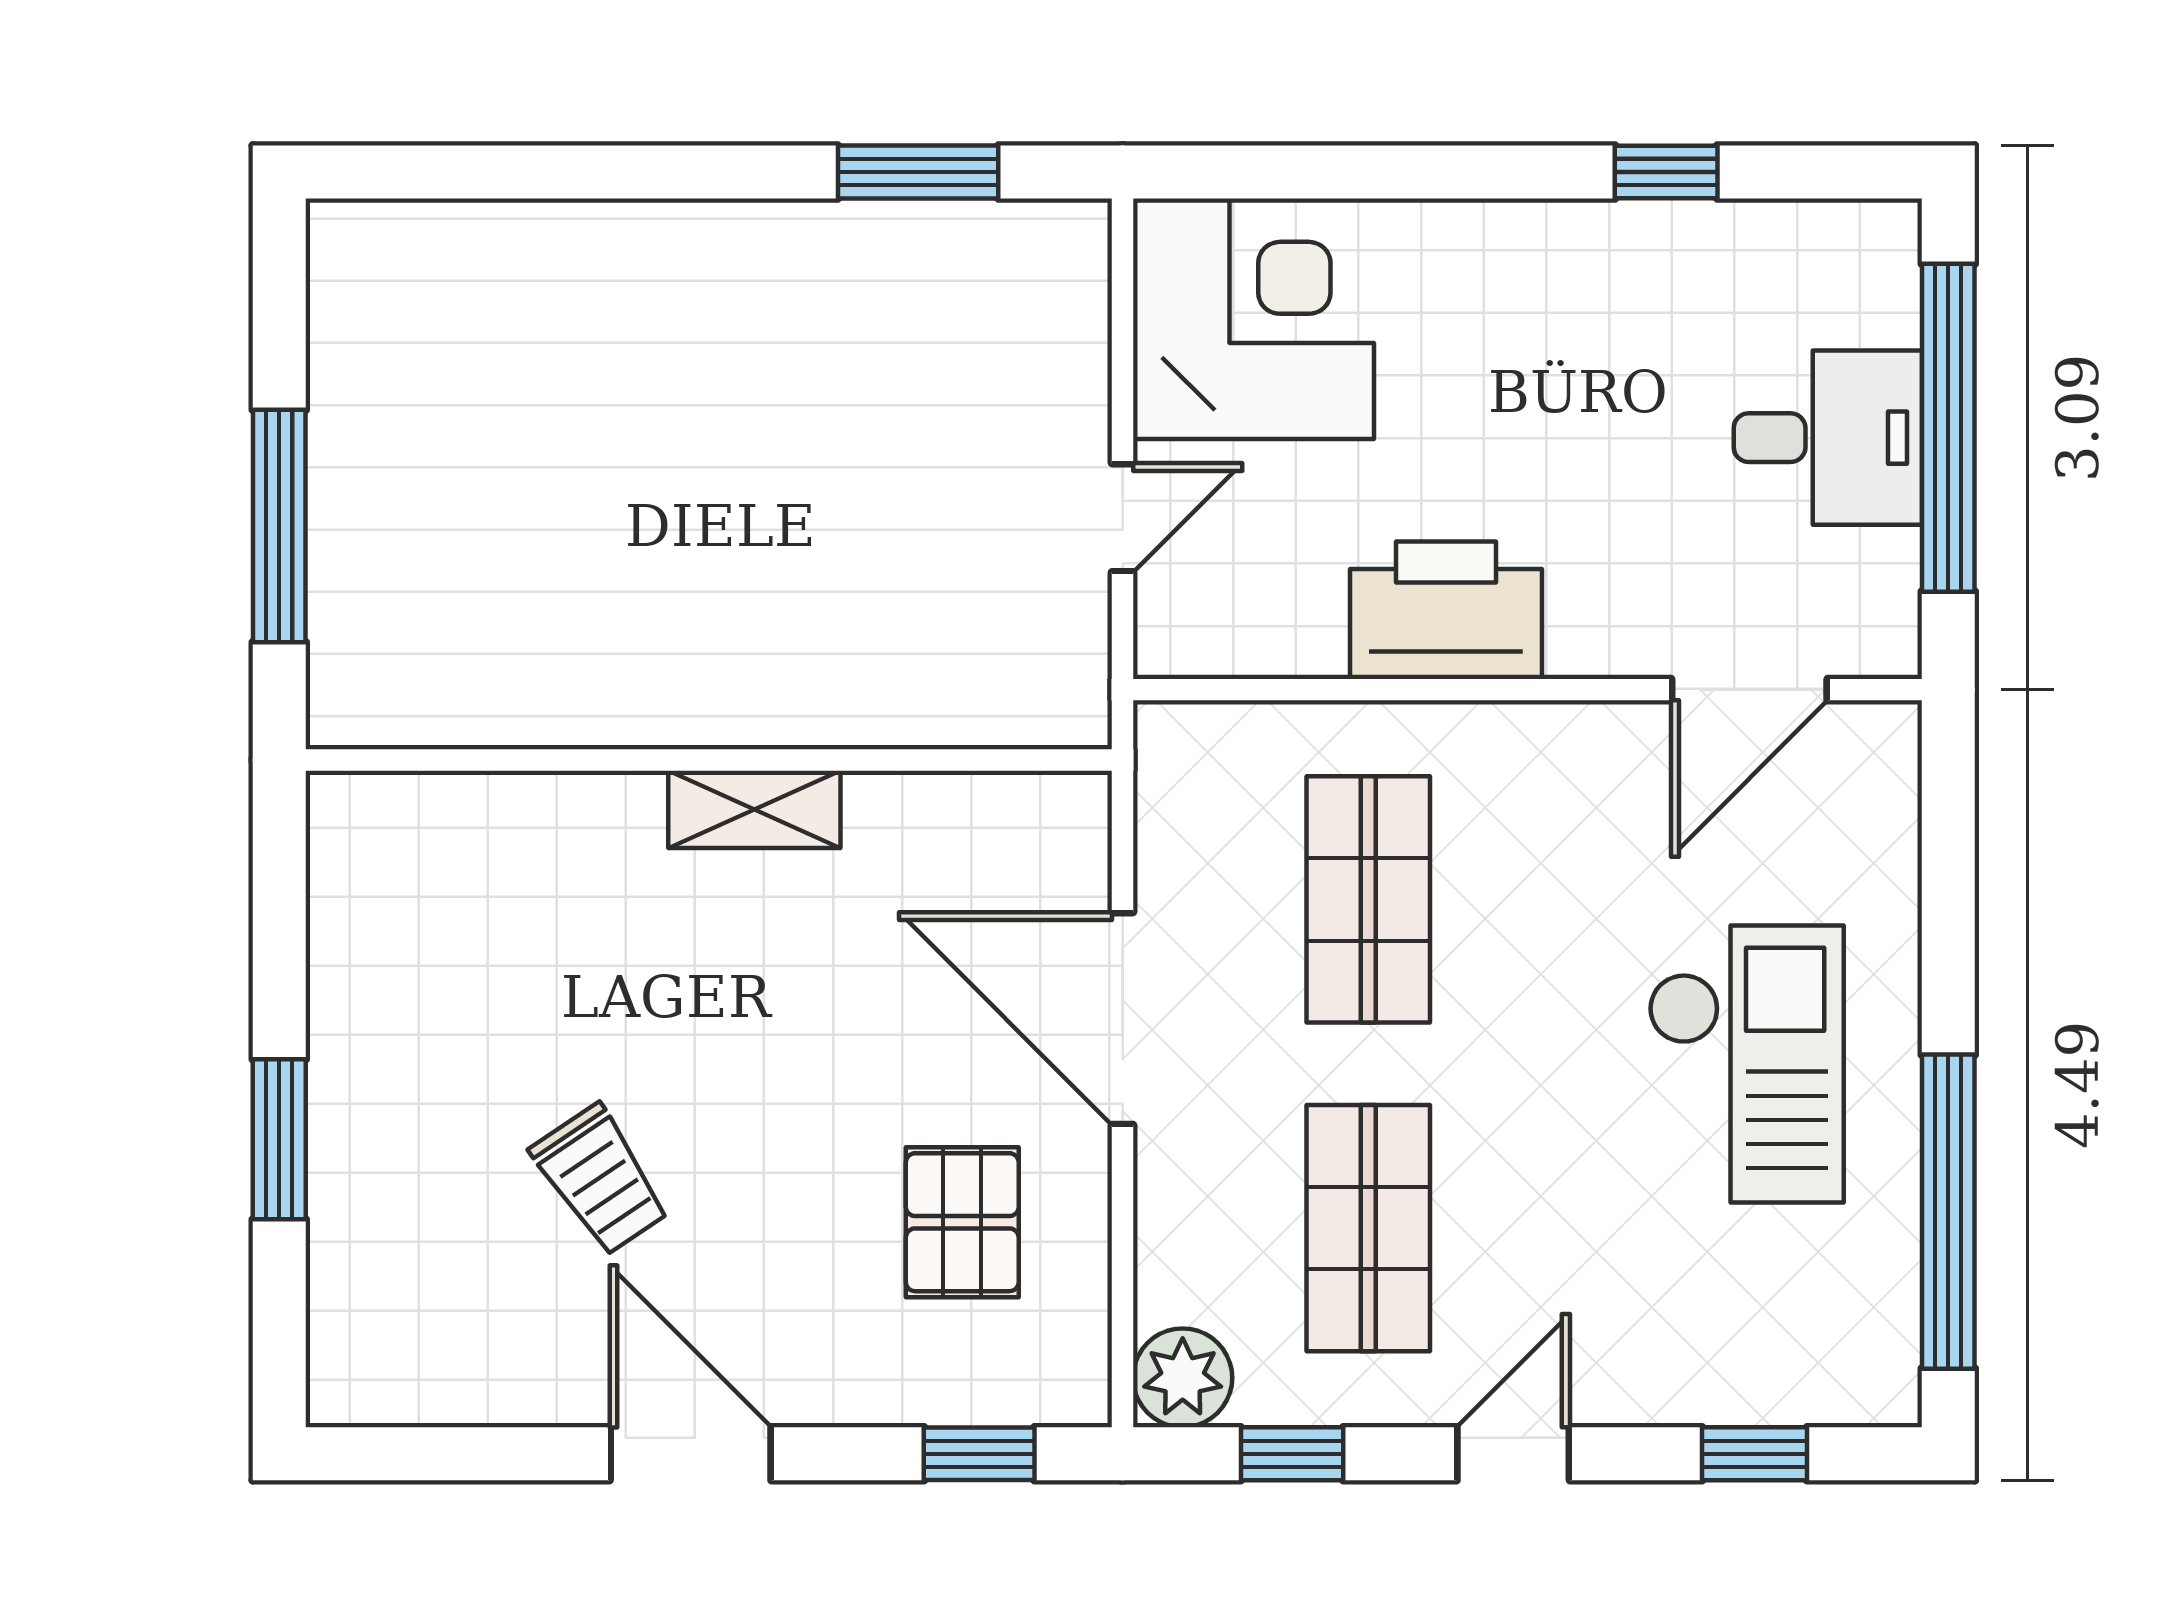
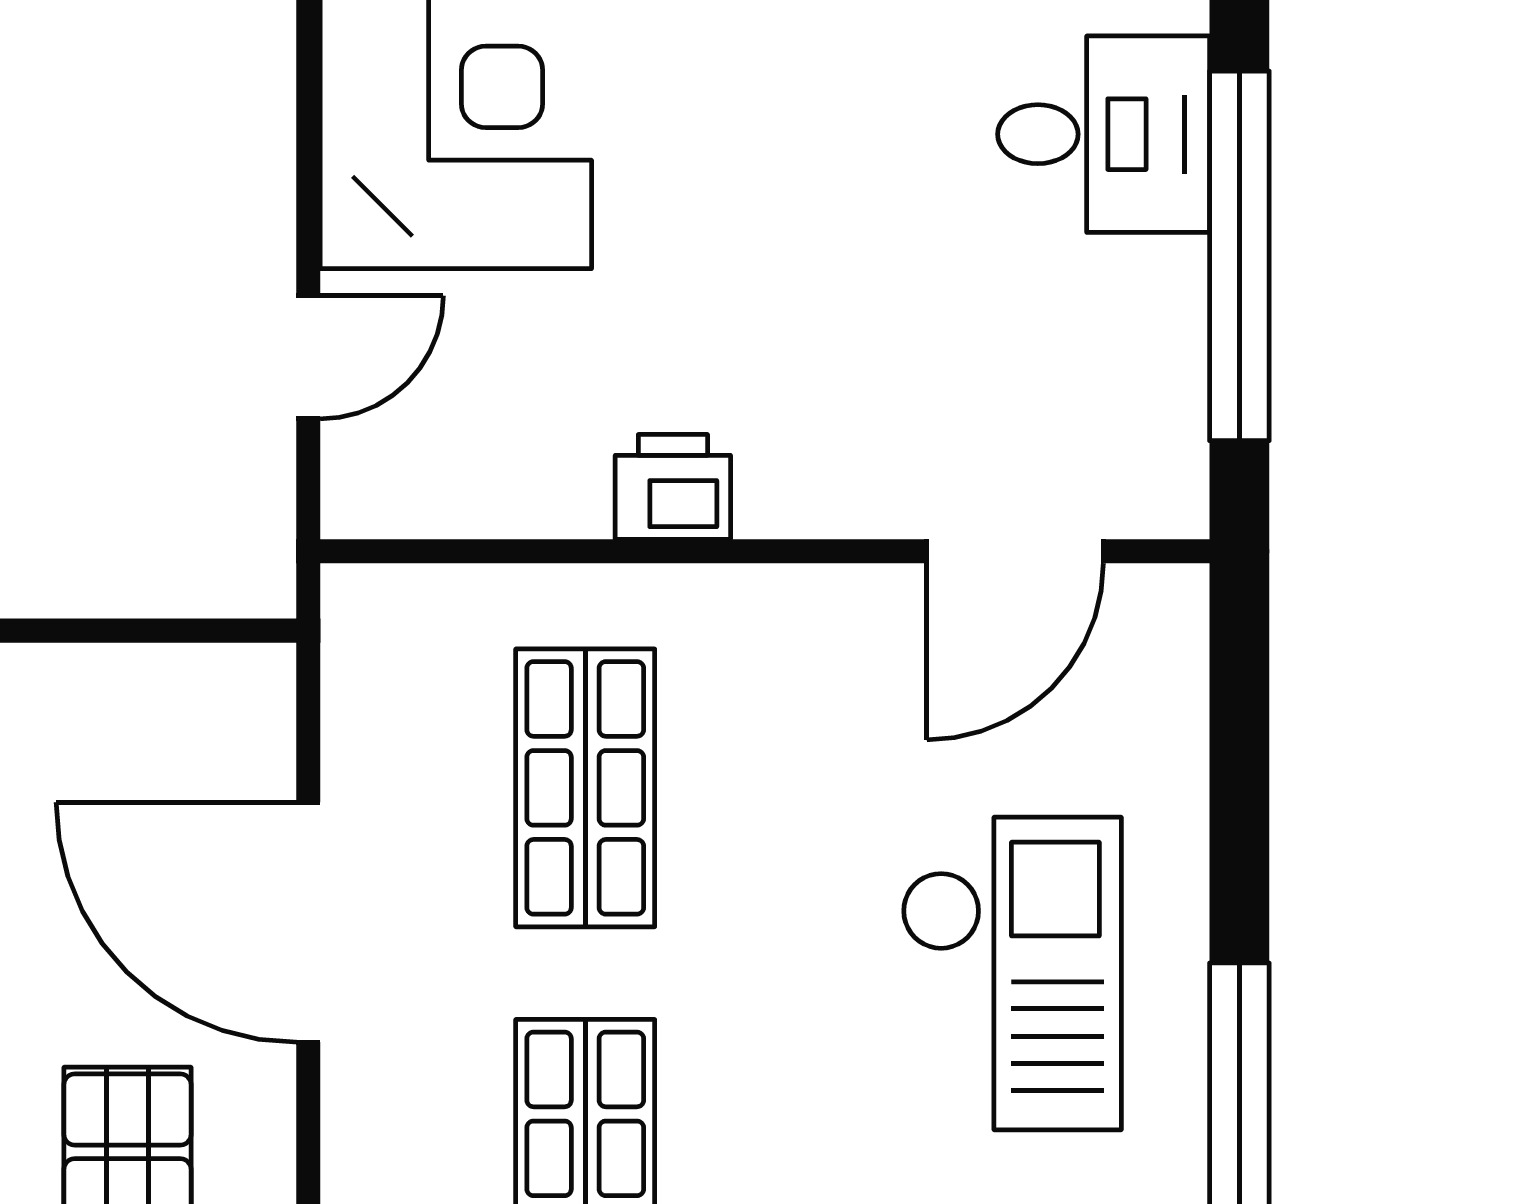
desk: (1828, 438) -> (1104, 134), moved
printer: (1446, 610) -> (673, 487), width x0.53, depth x0.68

